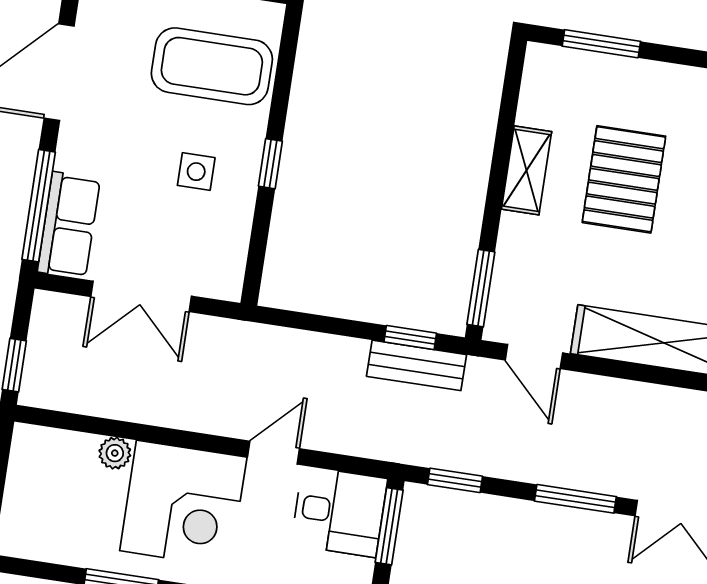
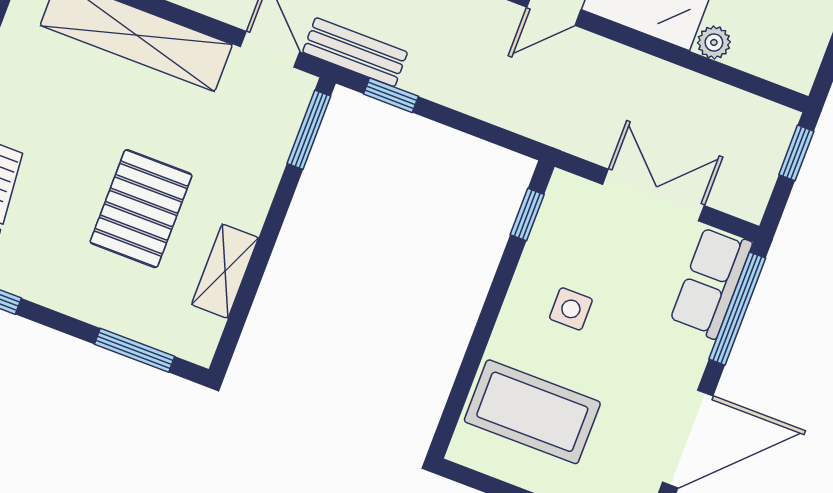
window: (270, 164) -> (527, 215), moved
shelving: (527, 170) -> (225, 271), moved
bench: (417, 365) -> (355, 52), moved

